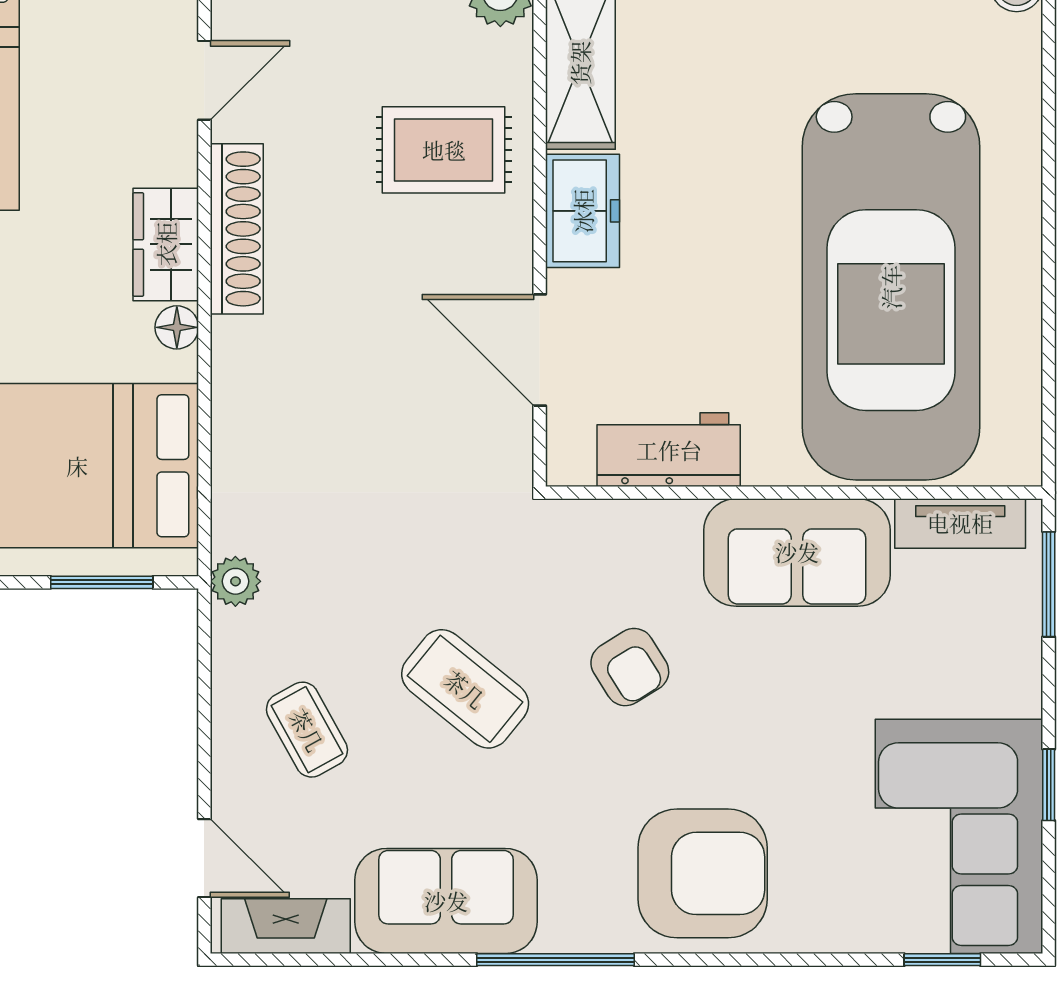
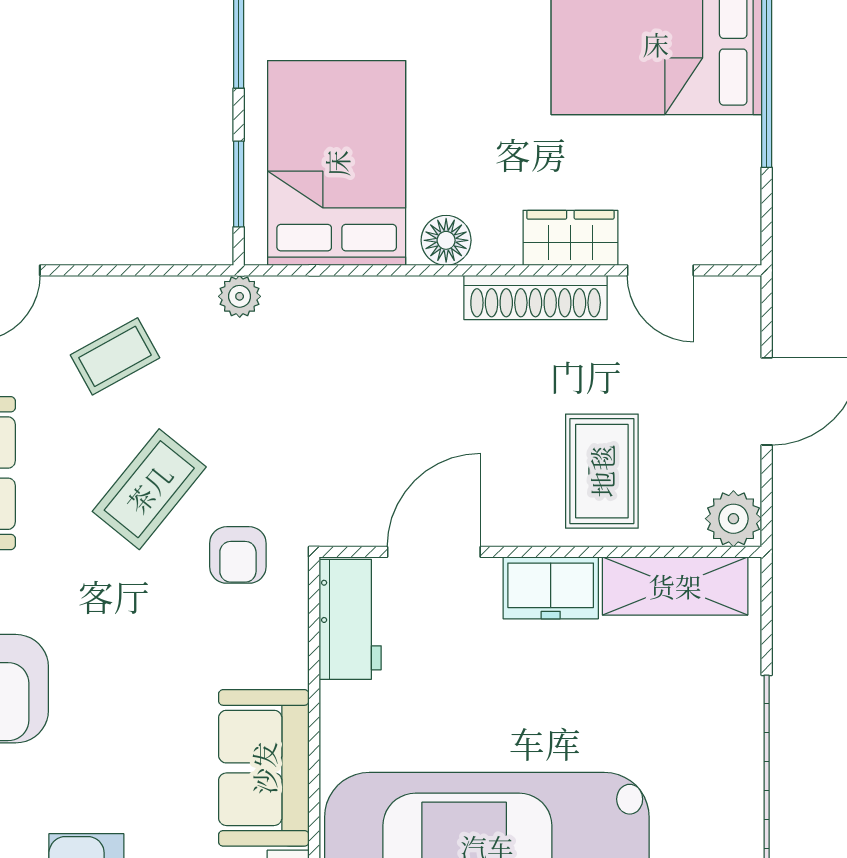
wardrobe: (166, 244) -> (570, 238), moved
floor lamp: (177, 327) -> (446, 240), width x1.37, depth x1.37
workbench: (669, 450) -> (350, 619), moved
armchair: (630, 667) -> (238, 555), moved, turned -58

